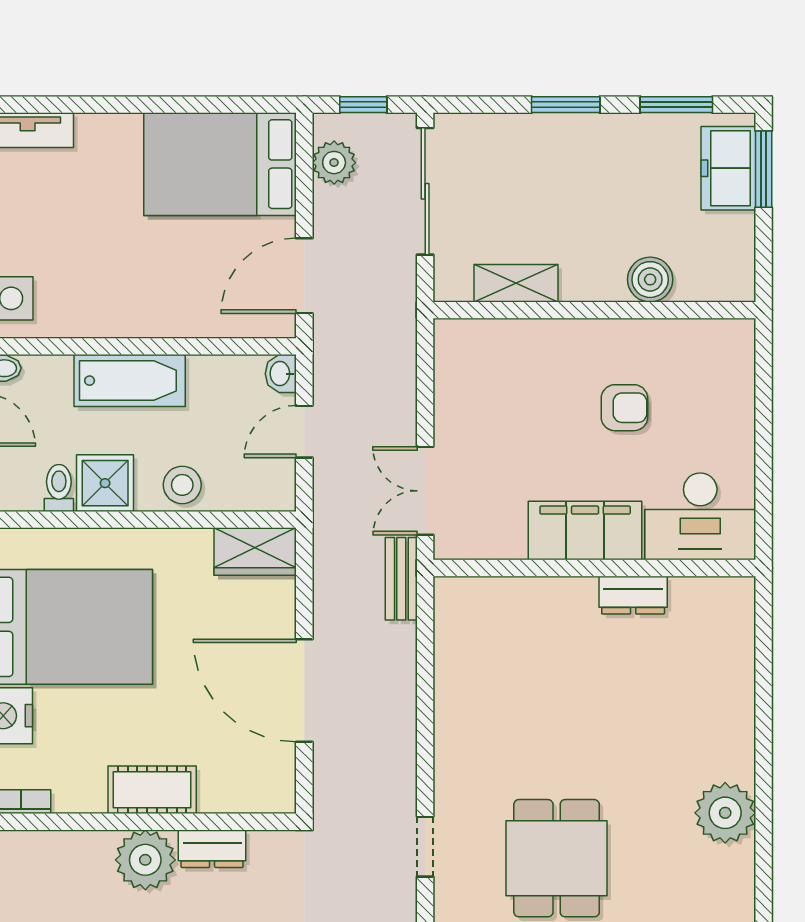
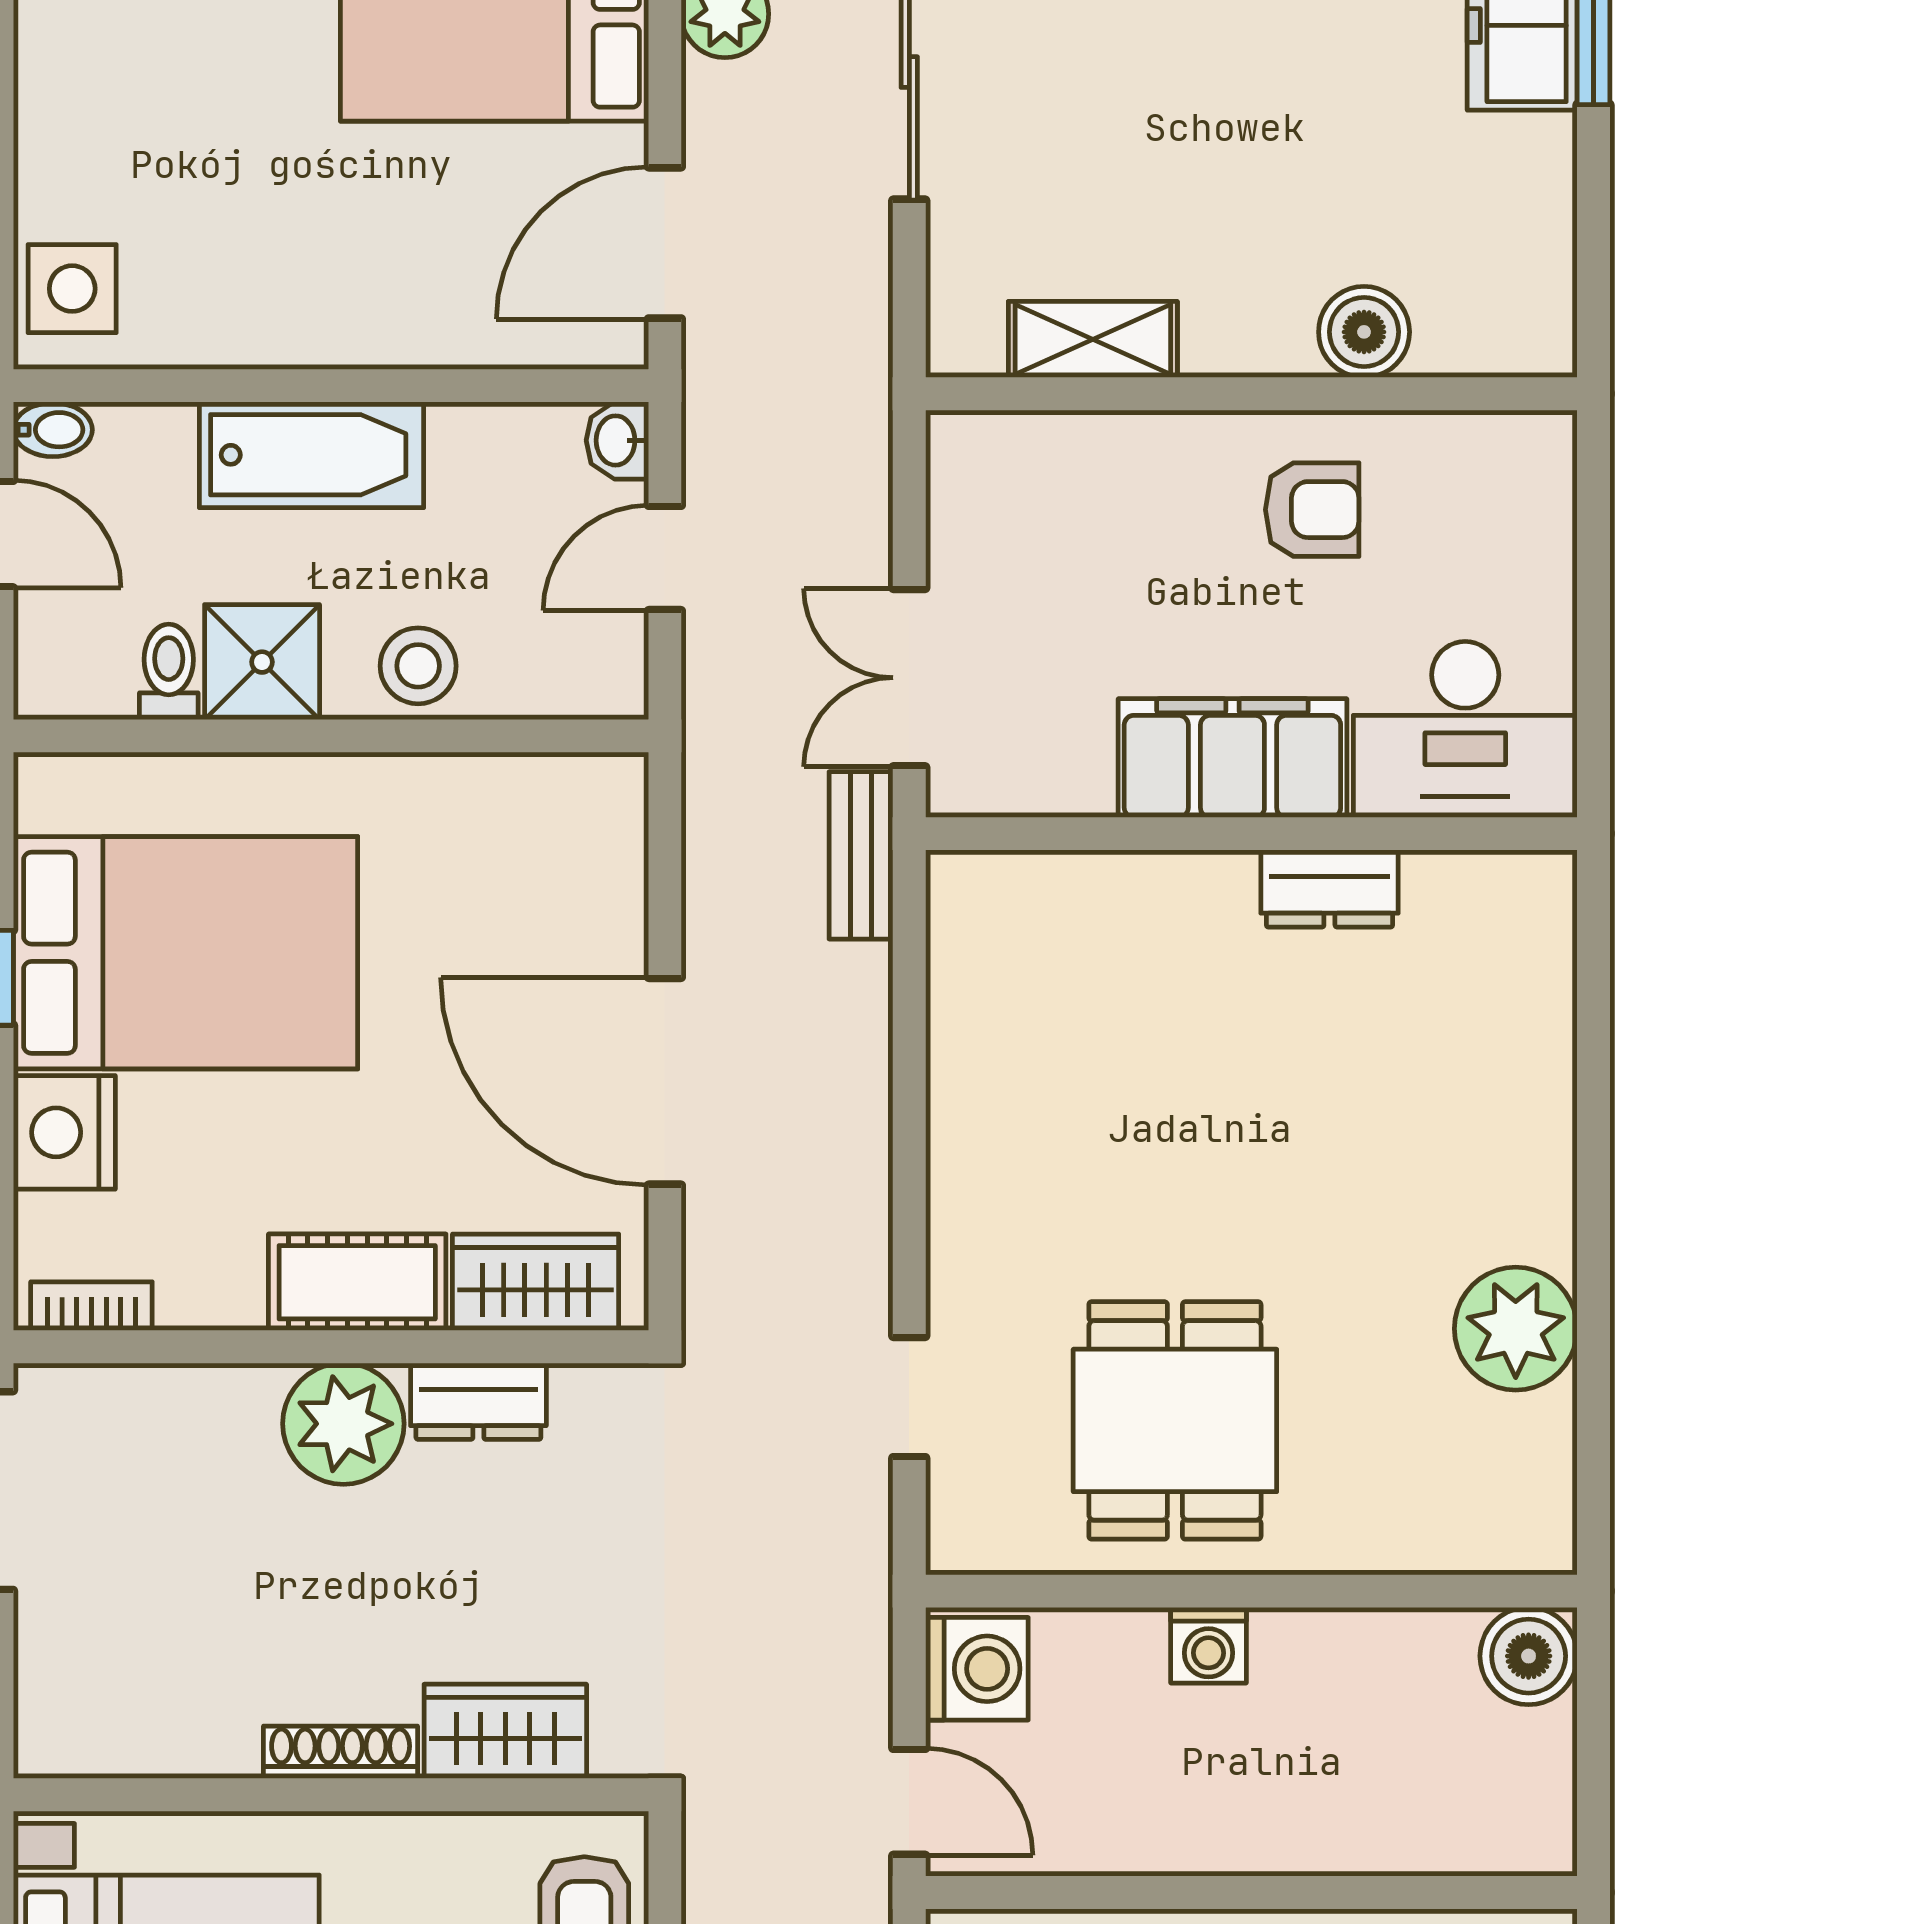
boiler: (650, 280) -> (1364, 332), moved
shelving: (516, 283) -> (1093, 339), moved
wall: (594, 310) -> (1251, 394), moved
wardrobe: (255, 551) -> (536, 1282), moved, turned 180

